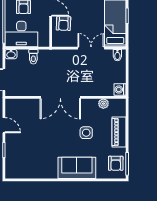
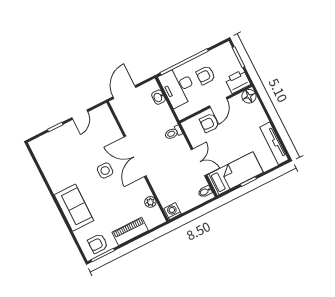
washbasin: (11, 54) -> (158, 97), moved
toilet: (33, 57) -> (173, 133), moved
side table: (86, 133) -> (105, 171), moved

